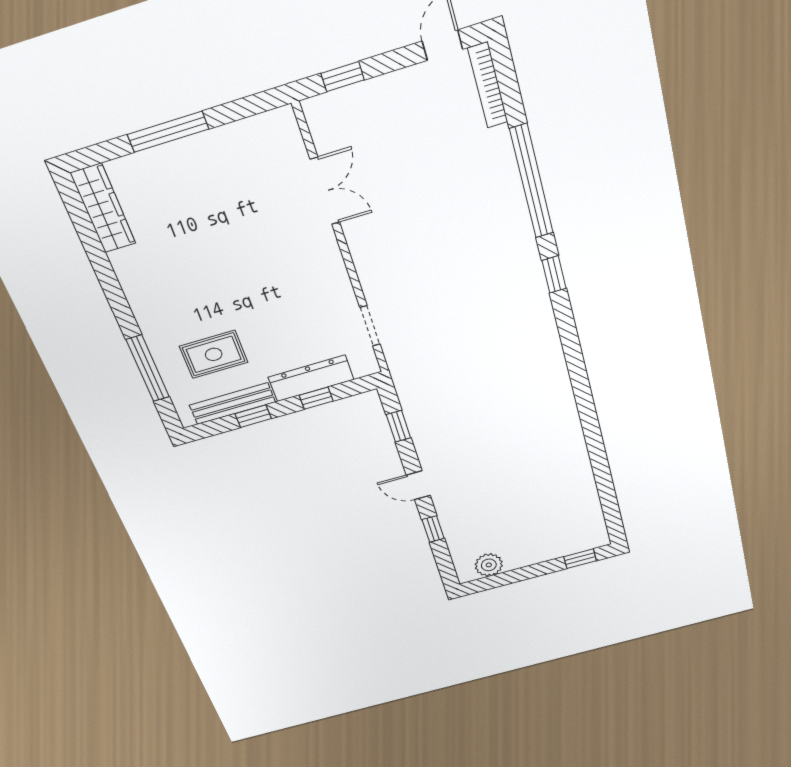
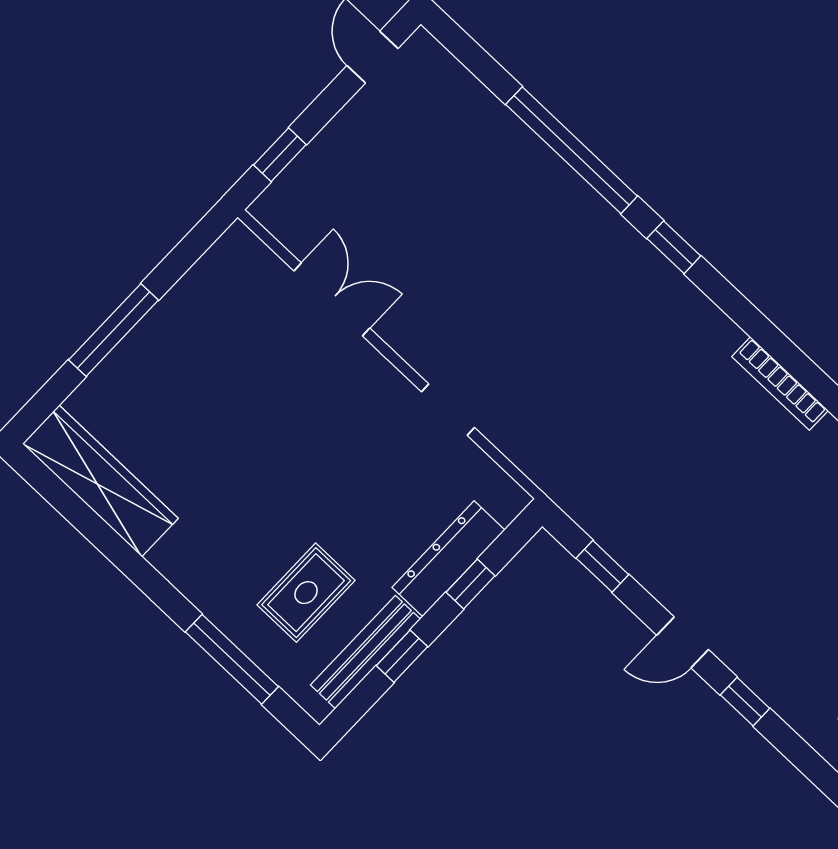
bookcase: (488, 85) -> (780, 384), moved
wardrobe: (103, 208) -> (100, 481), width x1.40, depth x1.17
doorway: (370, 326) -> (448, 410), moved

